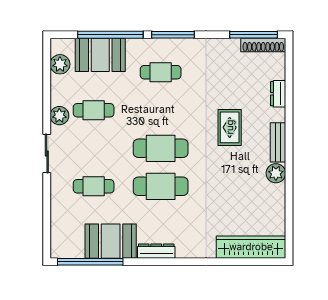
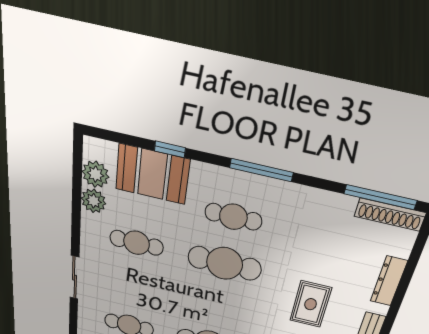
window: (110, 35) -> (170, 149), width x0.32
dresser: (278, 94) -> (389, 281), width x1.44
plant: (59, 116) -> (94, 201), moved
cafe table: (161, 148) -> (225, 263), moved

